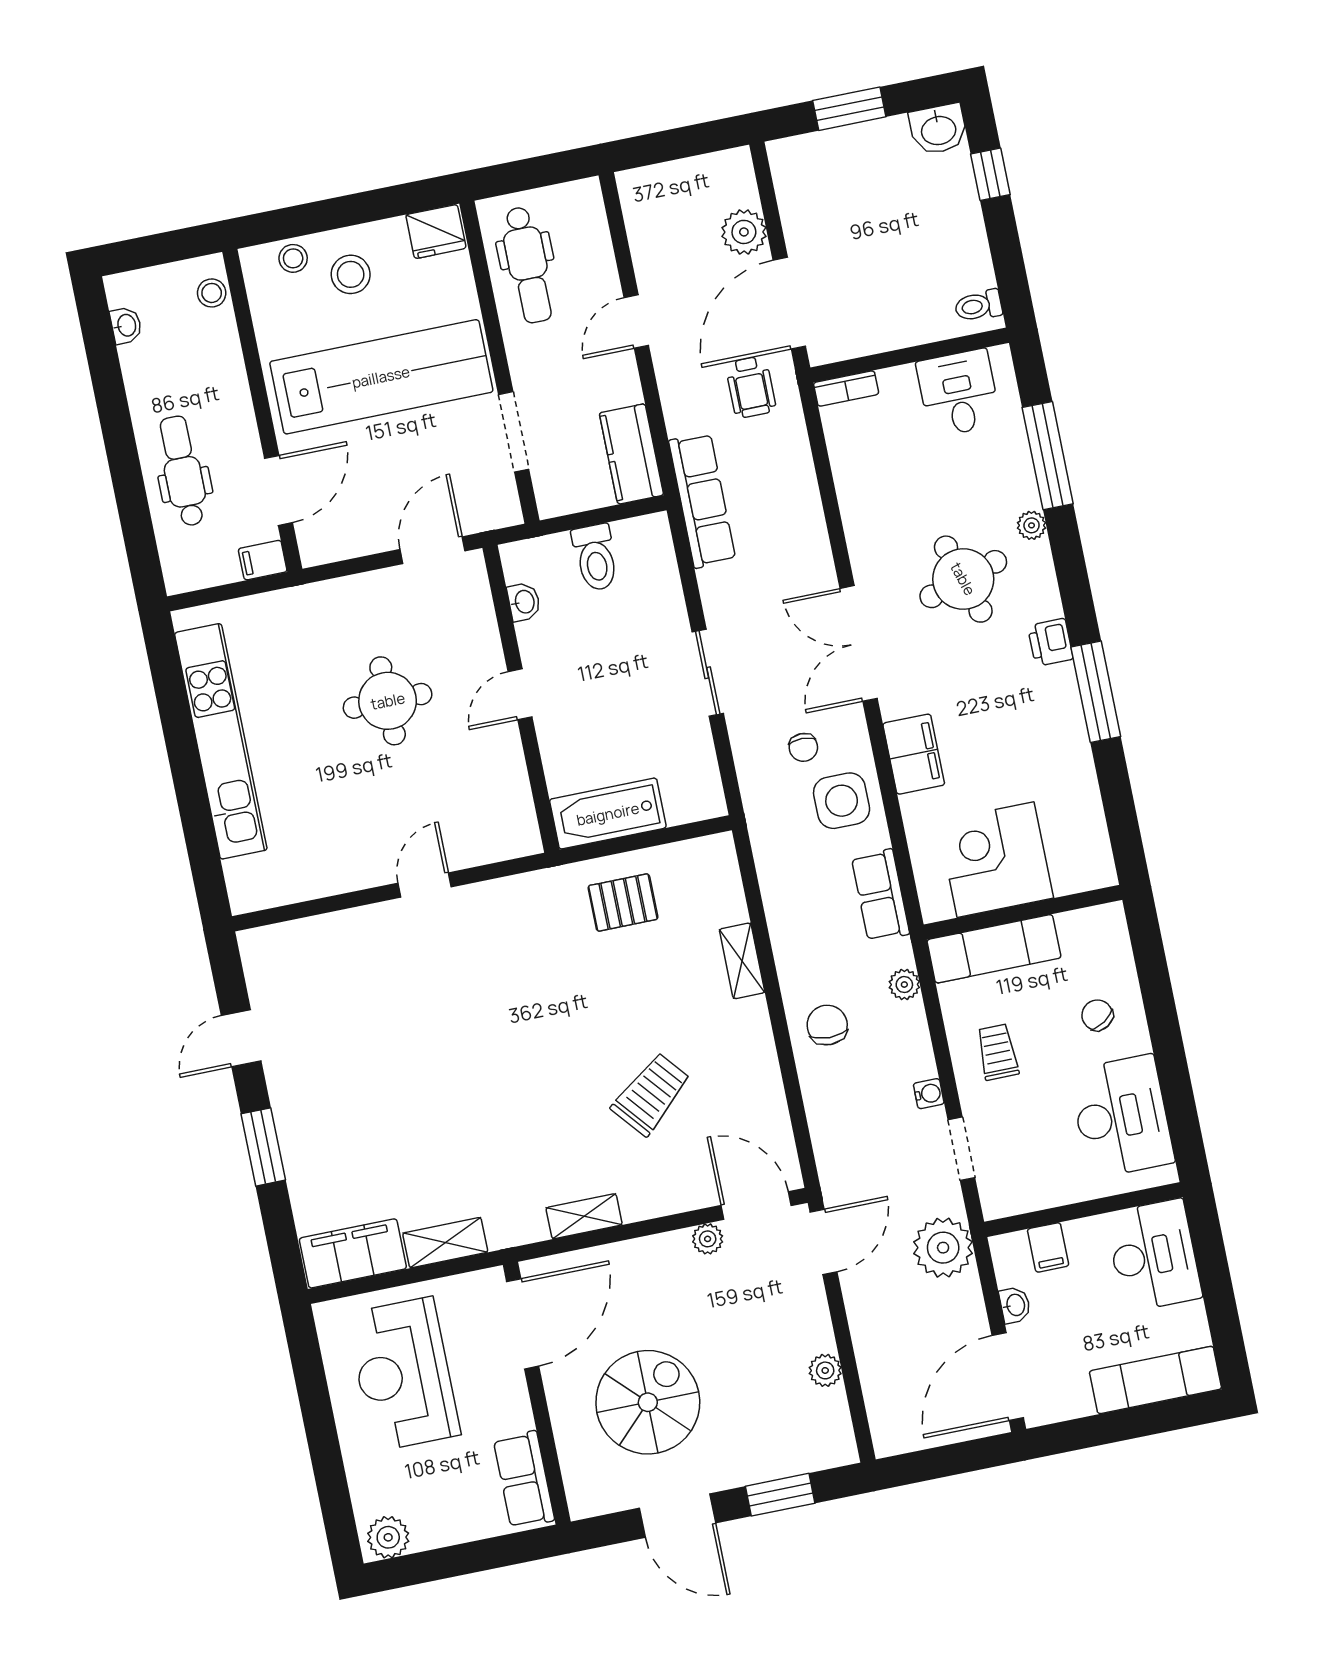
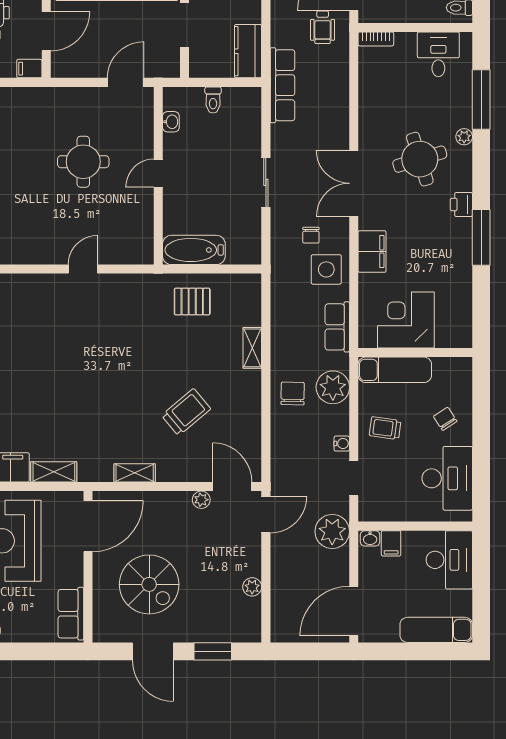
toilet: (595, 558) -> (213, 100), width x0.73, depth x0.72
plant: (904, 985) -> (333, 387), width x1.88, depth x1.88
trolley: (998, 1052) -> (385, 428), turned -82
washbasin: (1015, 1305) -> (370, 538), moved, turned 90
spiral stairs: (648, 1402) -> (149, 584), turned 90

